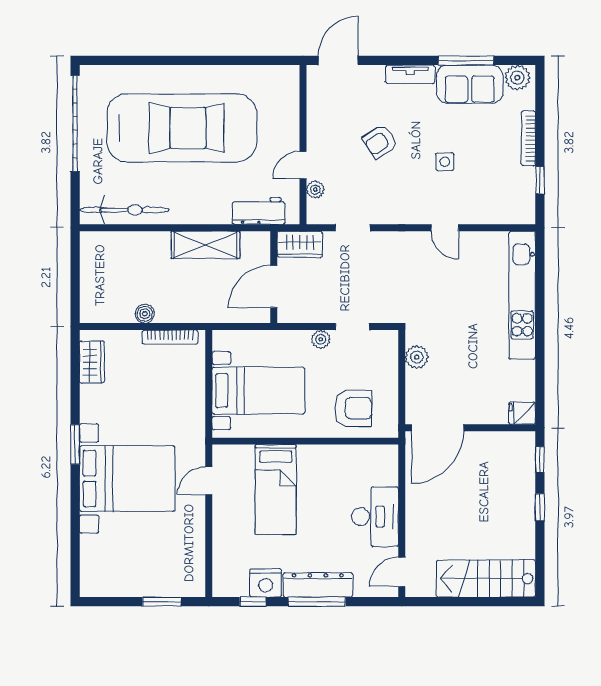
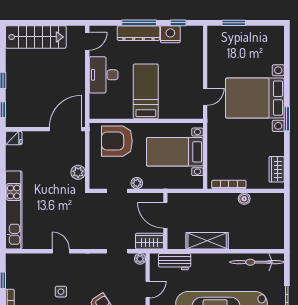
plant: (315, 190) -> (140, 259), moved
door: (274, 287) -> (165, 215), swing flipped
armchair: (353, 408) -> (117, 141), width x1.36, depth x1.36
bed: (276, 490) -> (146, 91), moved

